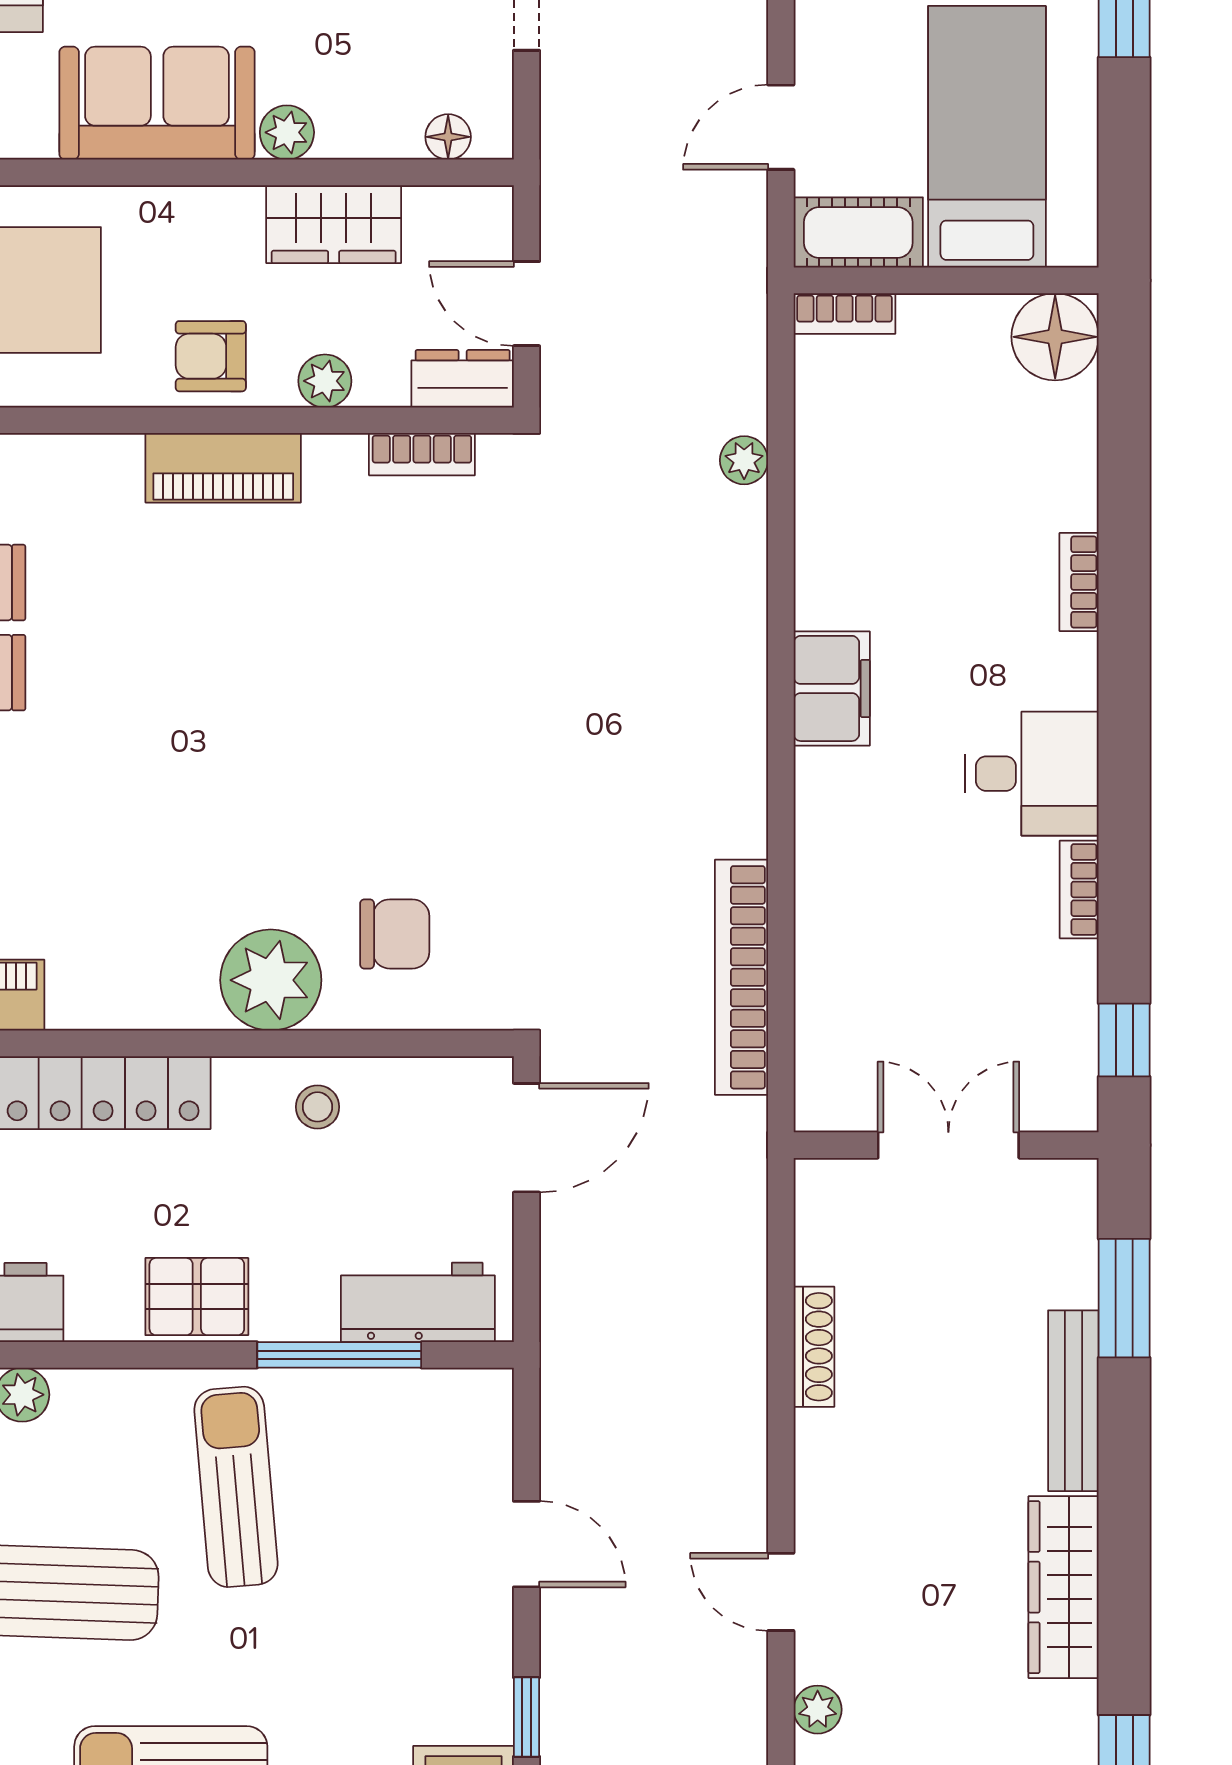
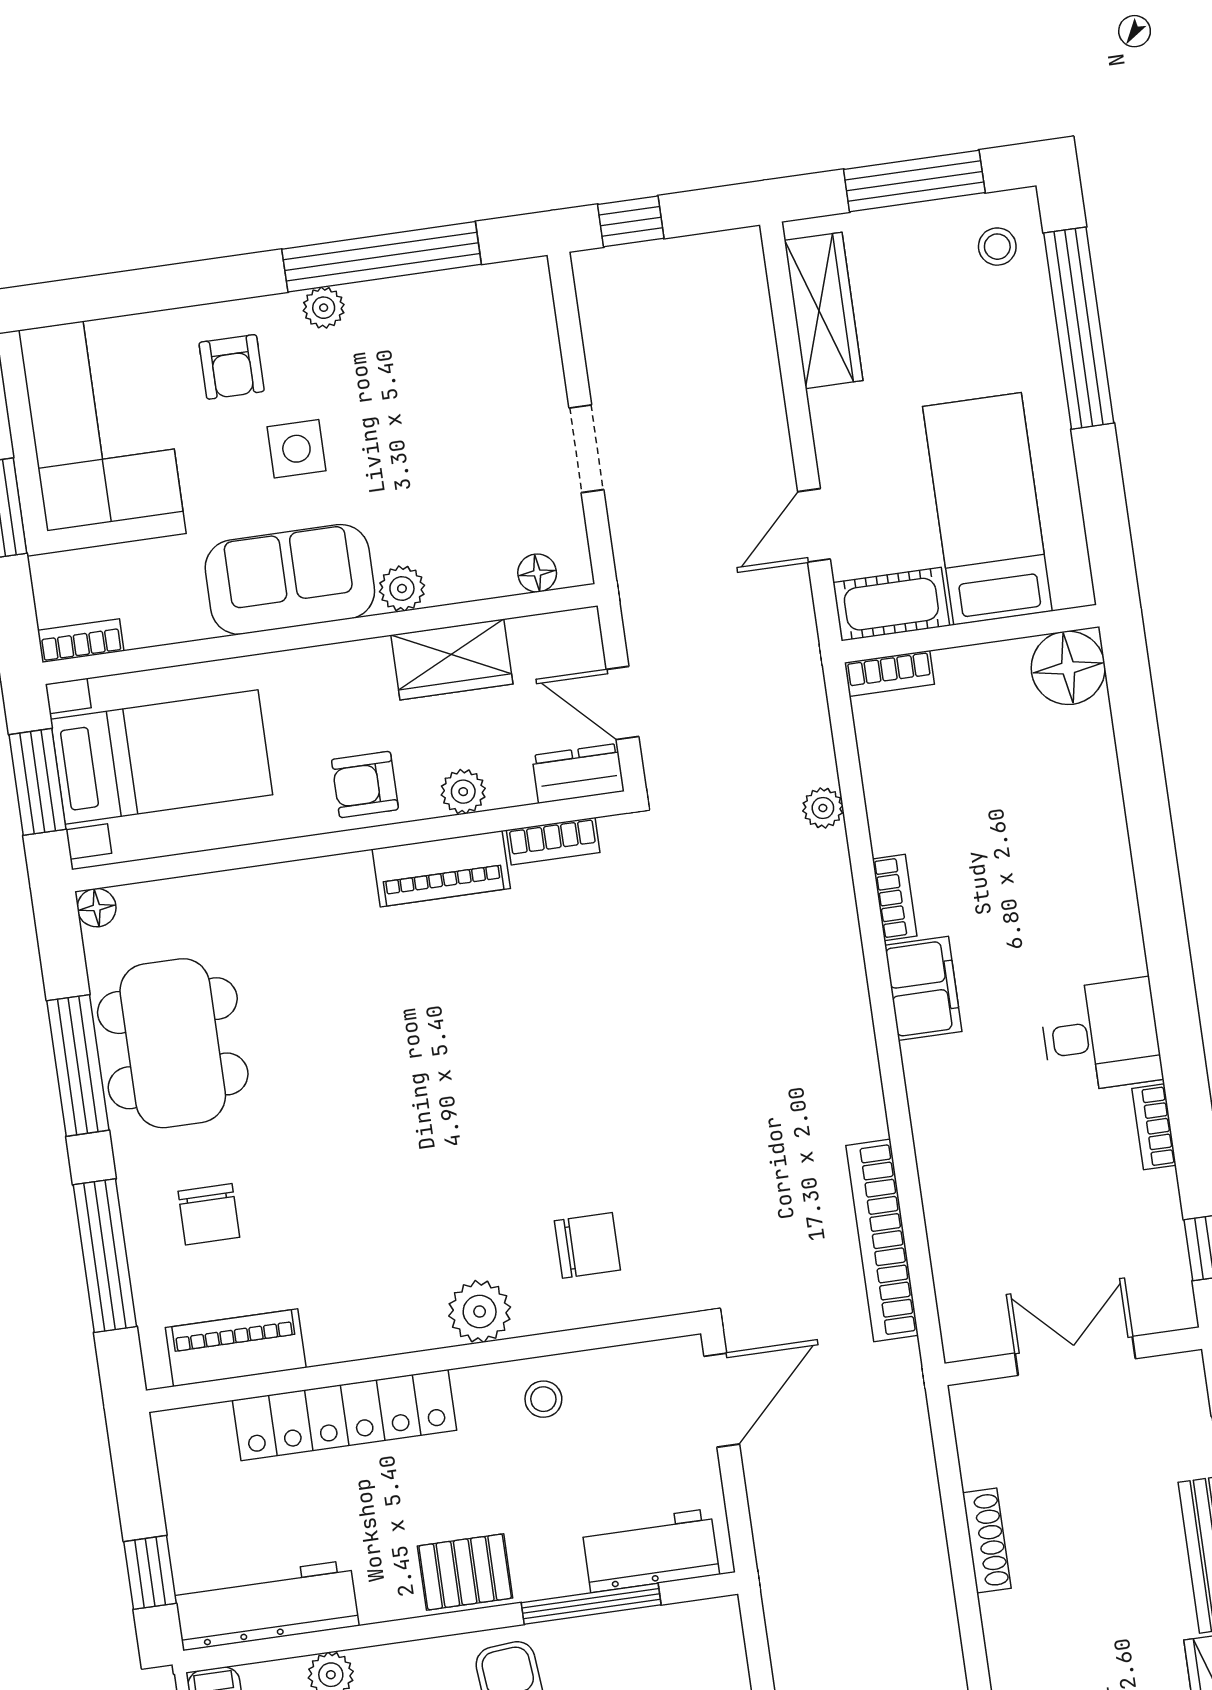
piano: (223, 468) -> (441, 869), moved
bookcase: (1079, 582) -> (895, 897), moved, turned 180
plant: (271, 980) -> (480, 1312), width x0.73, depth x0.73

